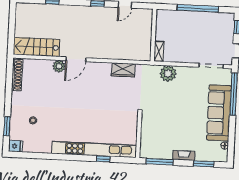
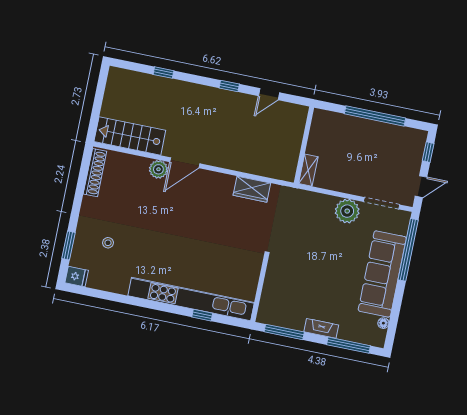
plant: (168, 74) -> (347, 211), moved
window: (204, 164) -> (348, 345), width x1.44

